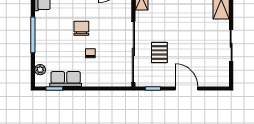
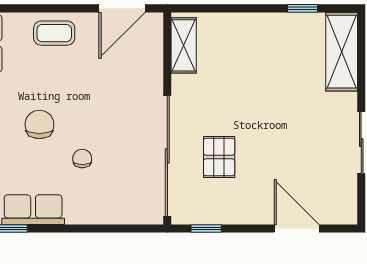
chair: (81, 28) -> (39, 124), moved
door: (187, 89) -> (297, 229), moved

